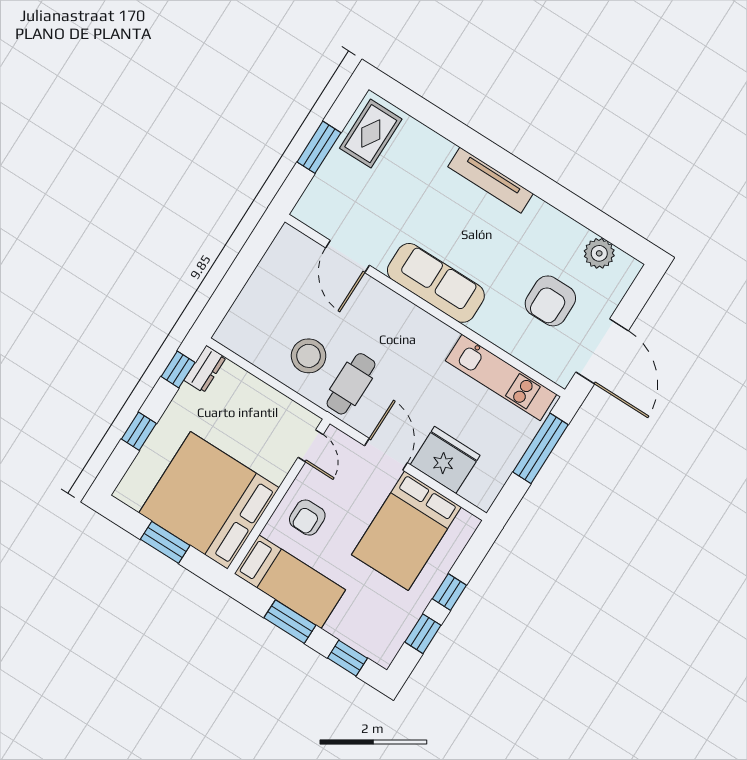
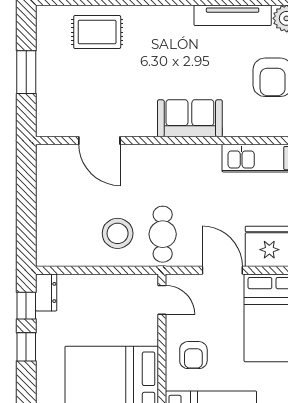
rug: (371, 134) -> (97, 32), moved, turned 90
tv unit: (490, 180) -> (233, 15), moved
sofa: (436, 283) -> (190, 118), width x0.73
window: (139, 431) -> (26, 347), moved

